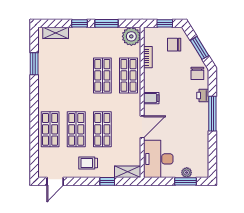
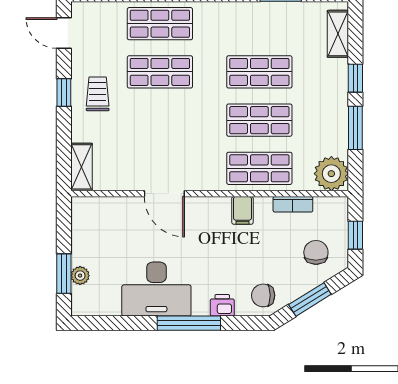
filing cabinet: (151, 98) -> (242, 210), moved
shop shelf: (102, 129) -> (259, 72), moved
desk: (158, 159) -> (156, 289), moved, turned 180
window: (107, 181) -> (64, 92), moved

